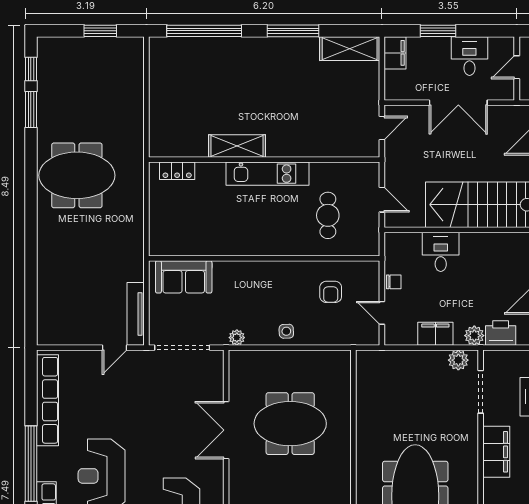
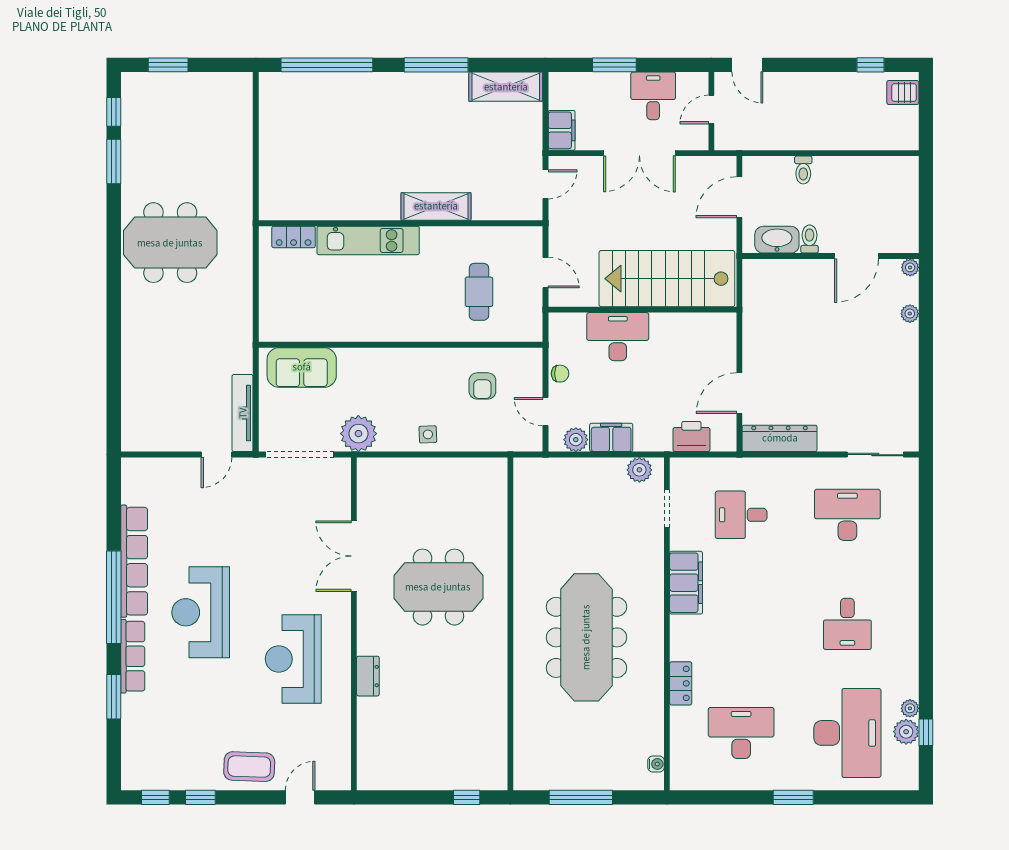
window: (100, 31) -> (168, 65), moved
filing cabinet: (395, 53) -> (562, 130), moved
shelving: (237, 146) -> (436, 206), moved
kitchen unit: (268, 174) -> (368, 240), moved
desk: (441, 252) -> (618, 337), width x1.37
plant: (474, 336) -> (576, 440), moved
plant: (237, 338) -> (358, 434), width x1.87, depth x1.87
doorway: (481, 392) -> (667, 509), width x0.73
row of seats: (47, 400) -> (134, 561), moved
meeting table: (290, 424) -> (438, 587), moved

